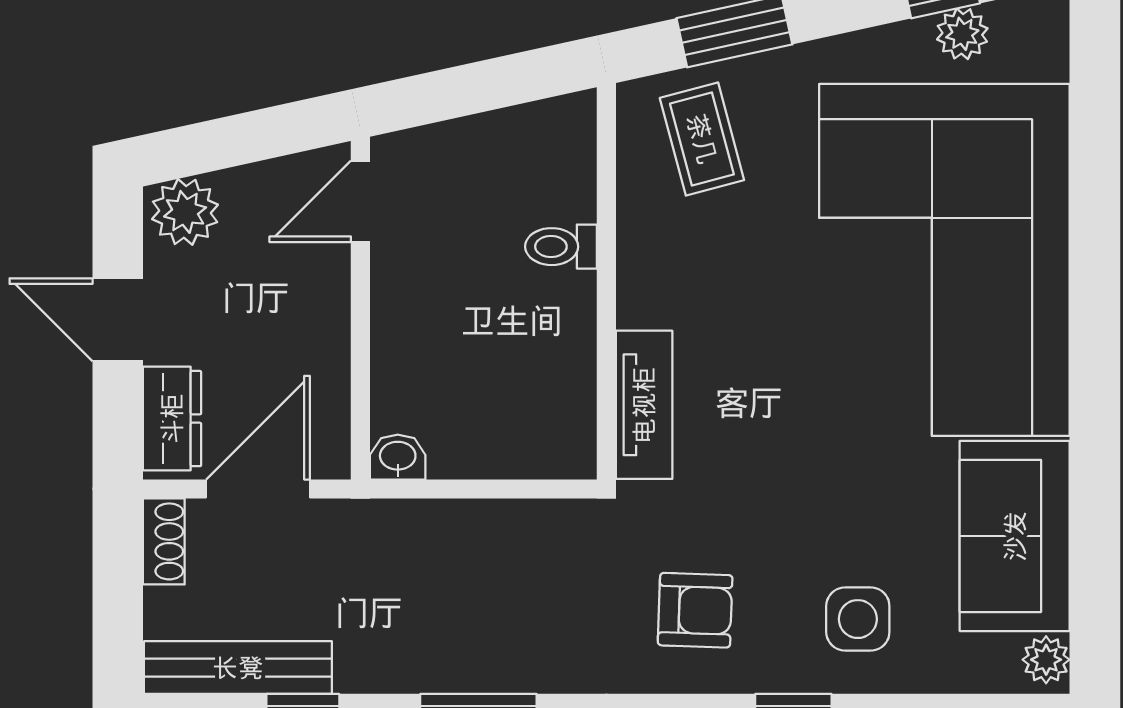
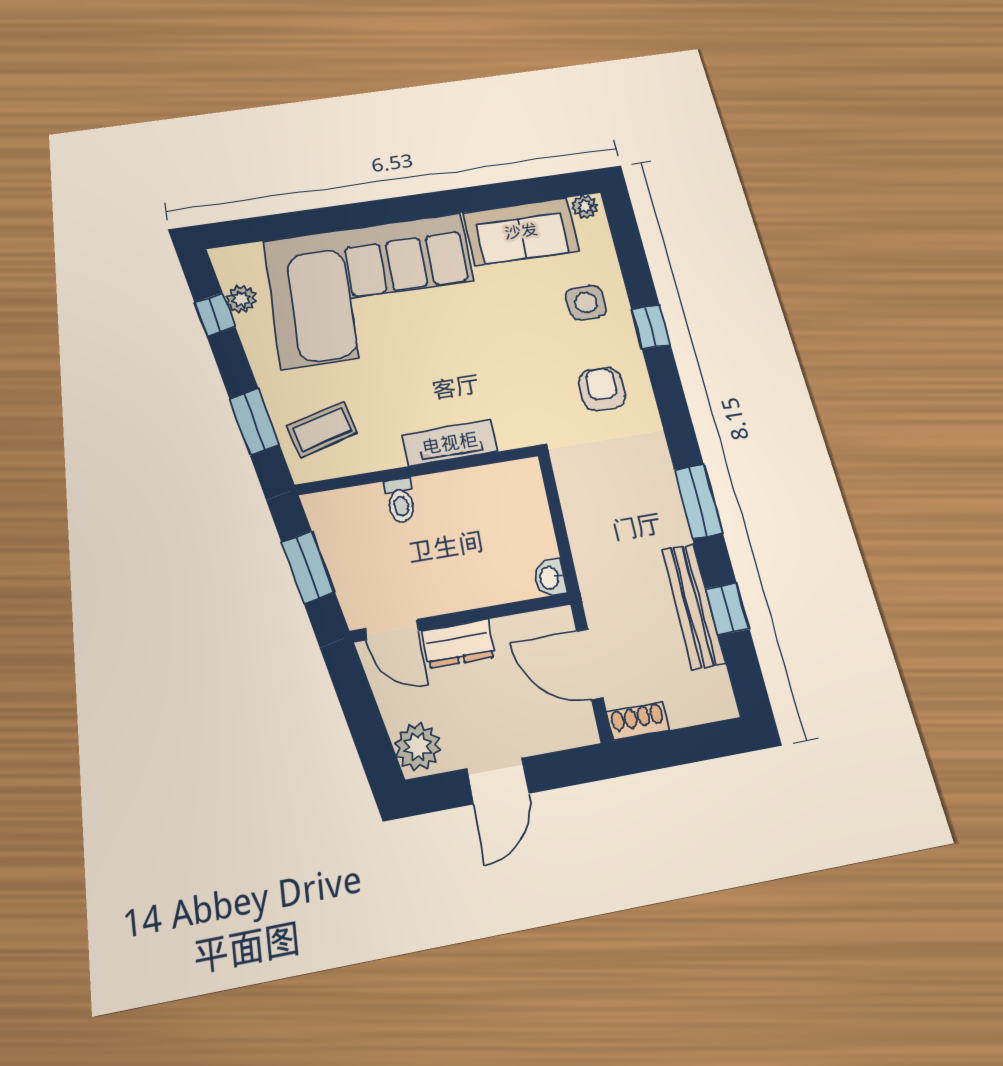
window: (479, 87) -> (308, 567), added
tv unit: (644, 405) -> (450, 443), moved
dresser: (172, 419) -> (459, 644), moved, turned 180
bench: (238, 668) -> (693, 606), moved

